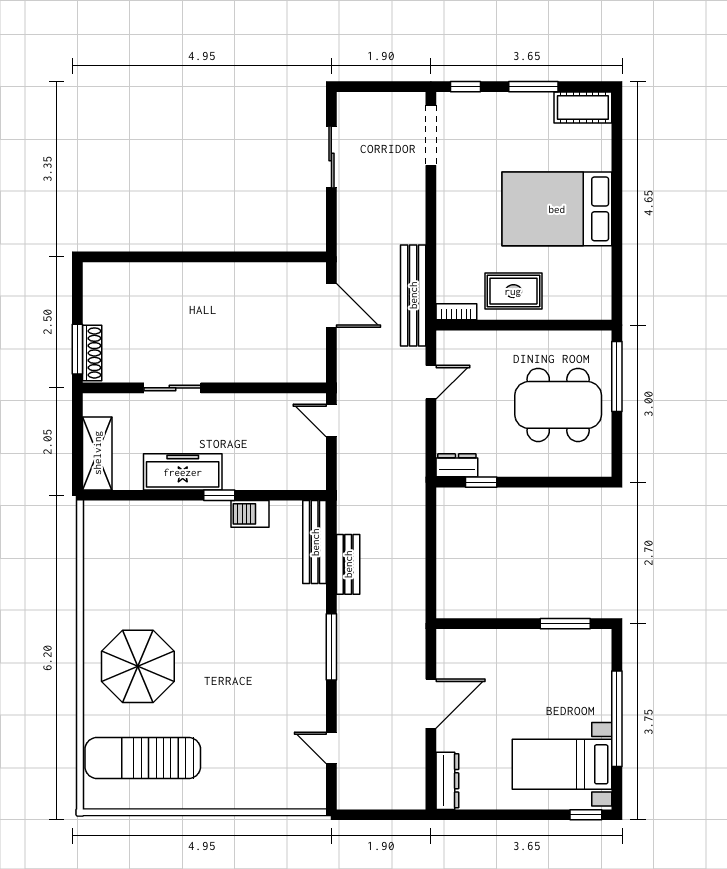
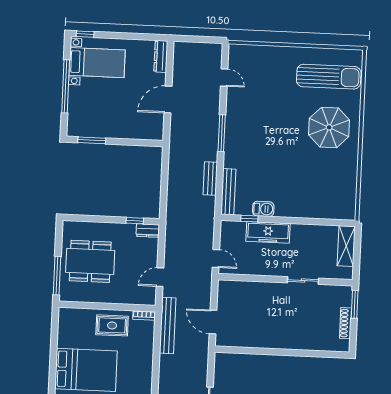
shoe rack: (92, 353) -> (346, 323), moved
freezer: (183, 472) -> (268, 232), moved
window: (219, 495) -> (249, 219), moved

